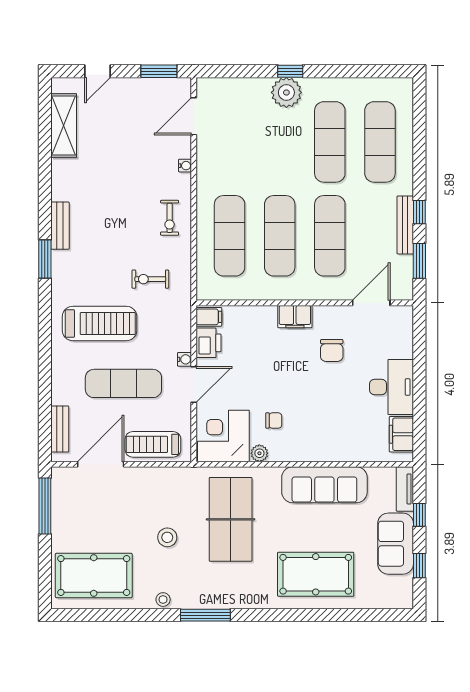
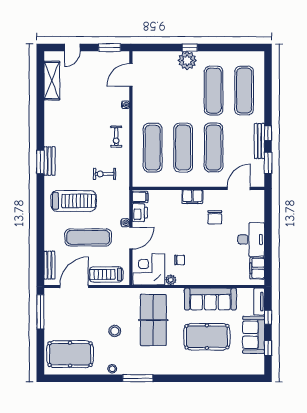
bench: (60, 226) -> (50, 161), moved
pool table: (316, 574) -> (207, 337), moved

